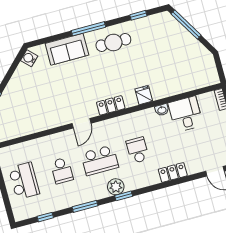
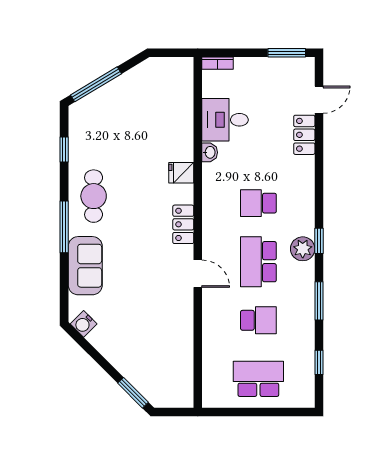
school desk: (100, 160) -> (258, 262), turned 180
locker: (173, 172) -> (304, 135), moved

